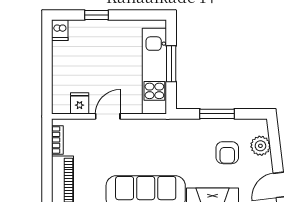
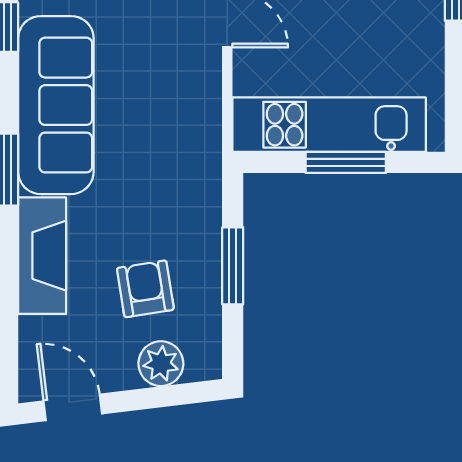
armchair: (227, 153) -> (145, 289), turned 81

